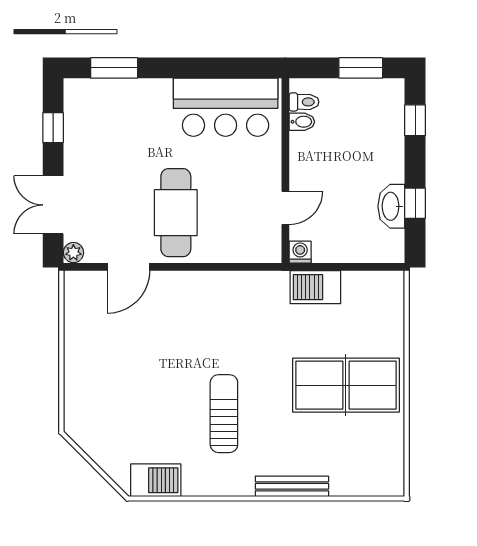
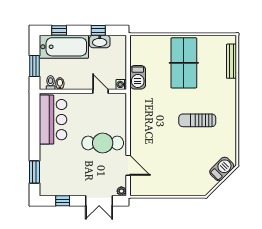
window: (361, 68) -> (35, 66), moved
bathtub: (380, 130) -> (64, 47), added
barbecue: (156, 480) -> (222, 169), moved, turned 45
bench: (292, 486) -> (231, 61), moved

